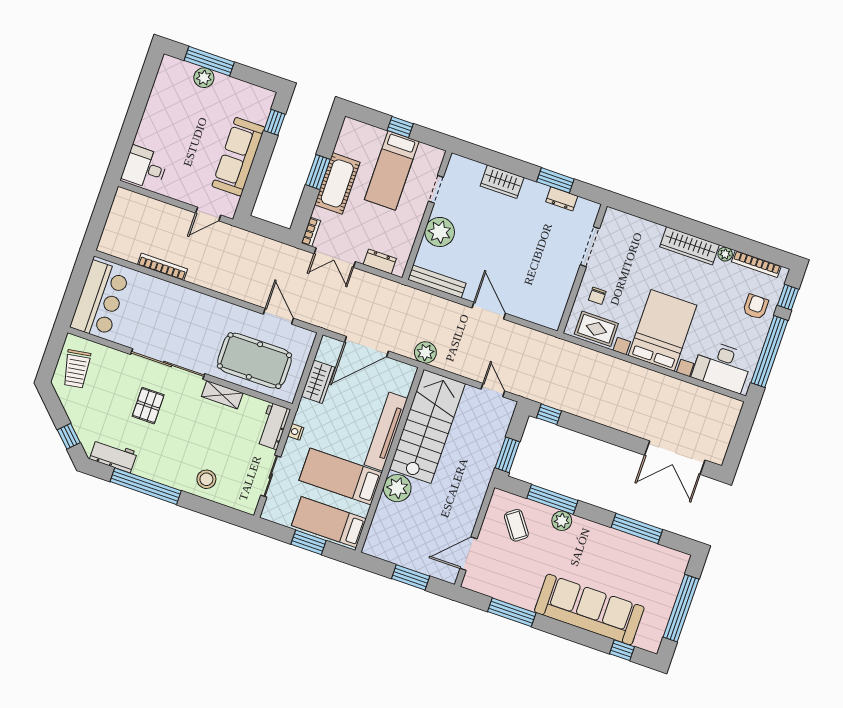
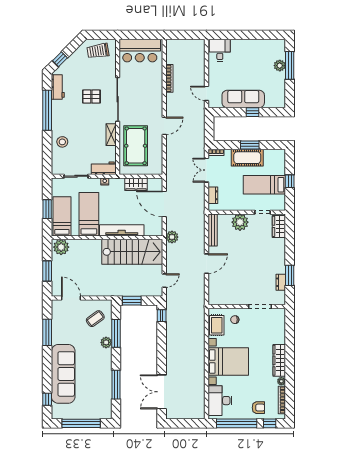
window: (274, 122) -> (252, 112), moved
wardrobe: (502, 182) -> (279, 226), moved
door: (278, 316) -> (164, 126), moved
plant: (397, 488) -> (61, 247), moved

